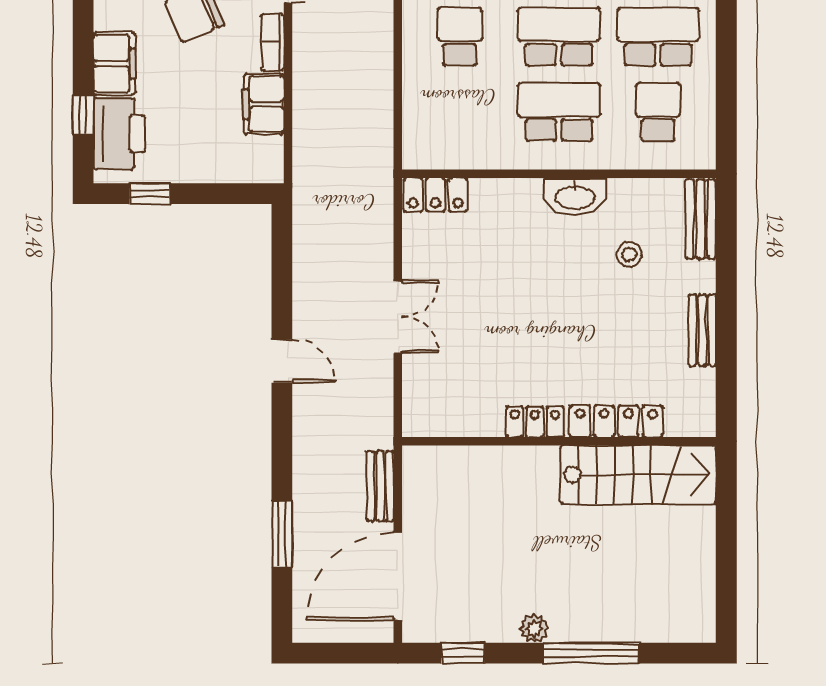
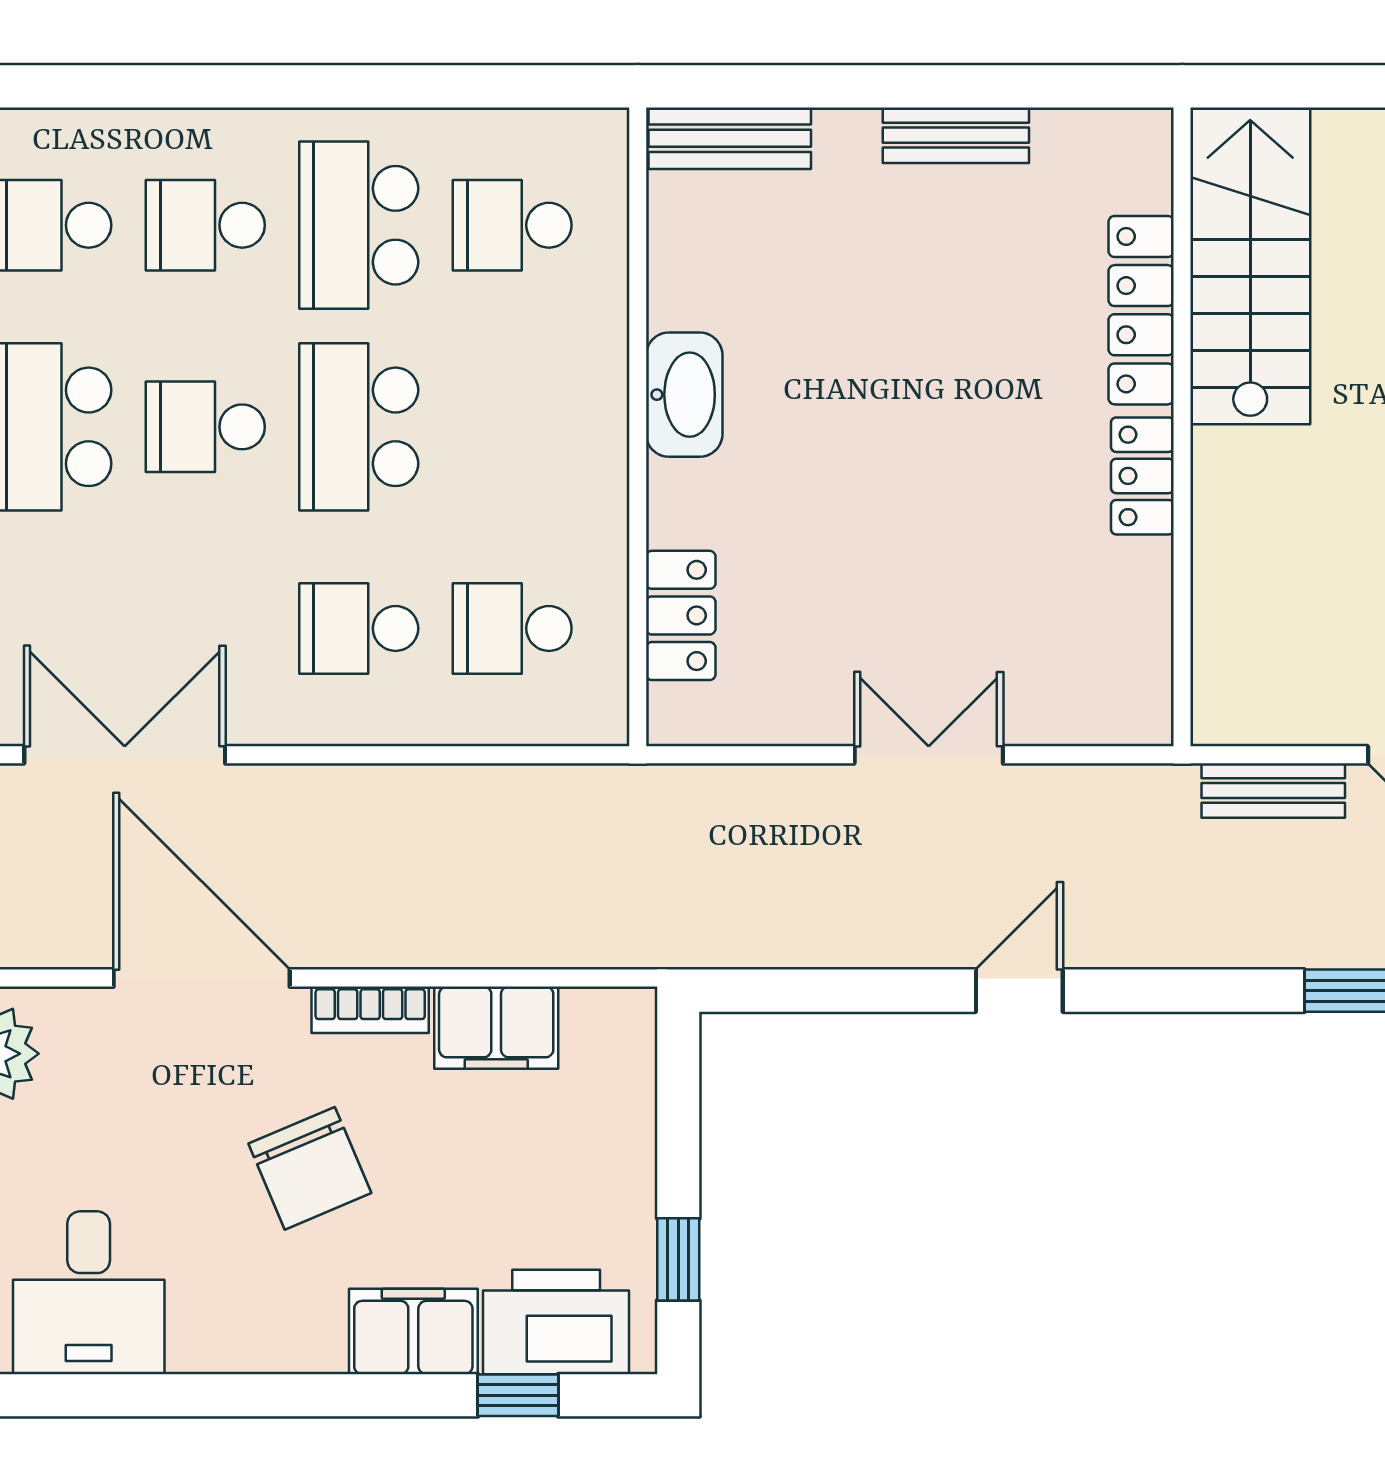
school desk: (559, 112) -> (512, 628), moved, width x0.54
locker: (436, 195) -> (681, 615), moved
stool: (629, 254) -> (802, 284), removed

